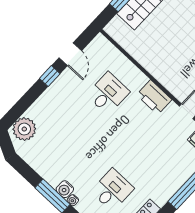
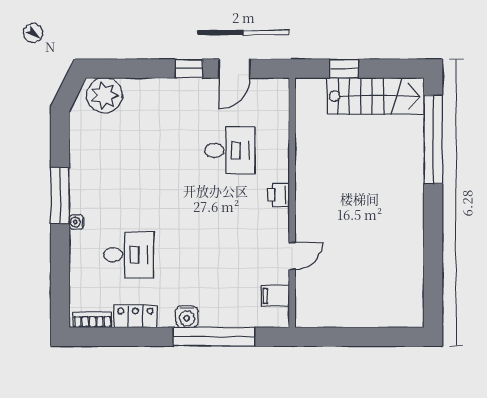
printer: (154, 97) -> (279, 195), width x0.53, depth x0.68
water cooler: (65, 189) -> (187, 317), moved, turned -90

